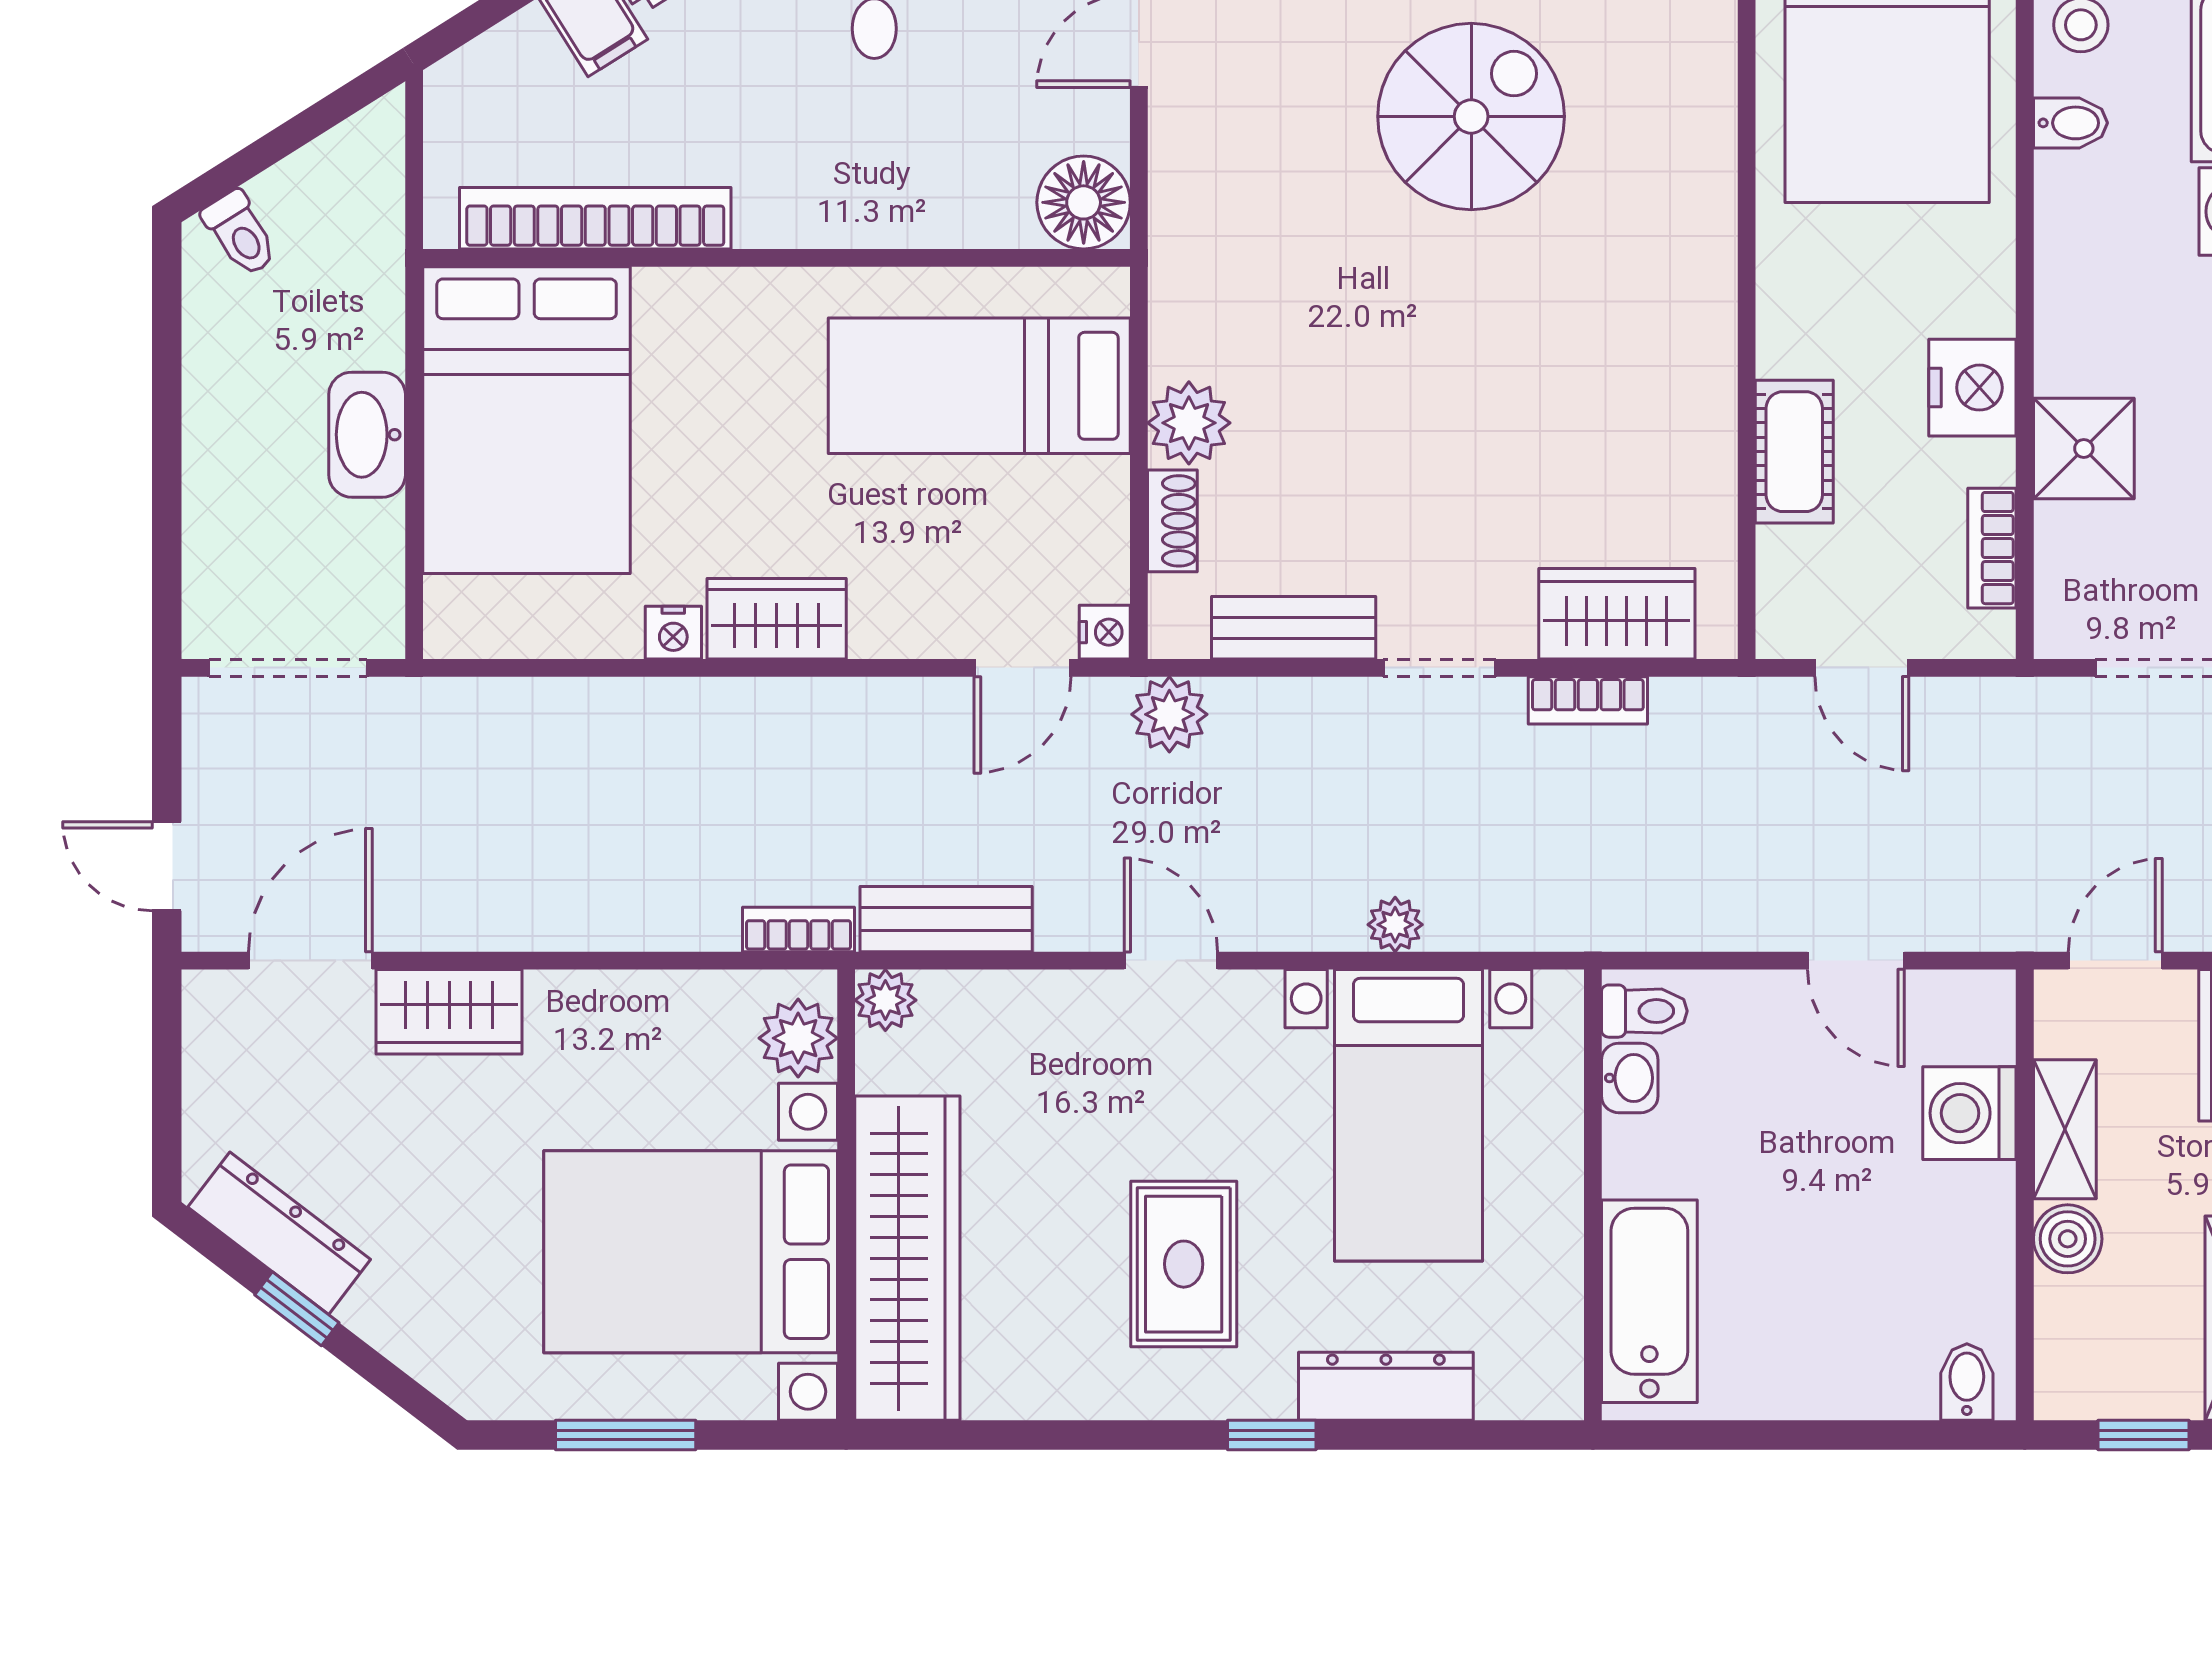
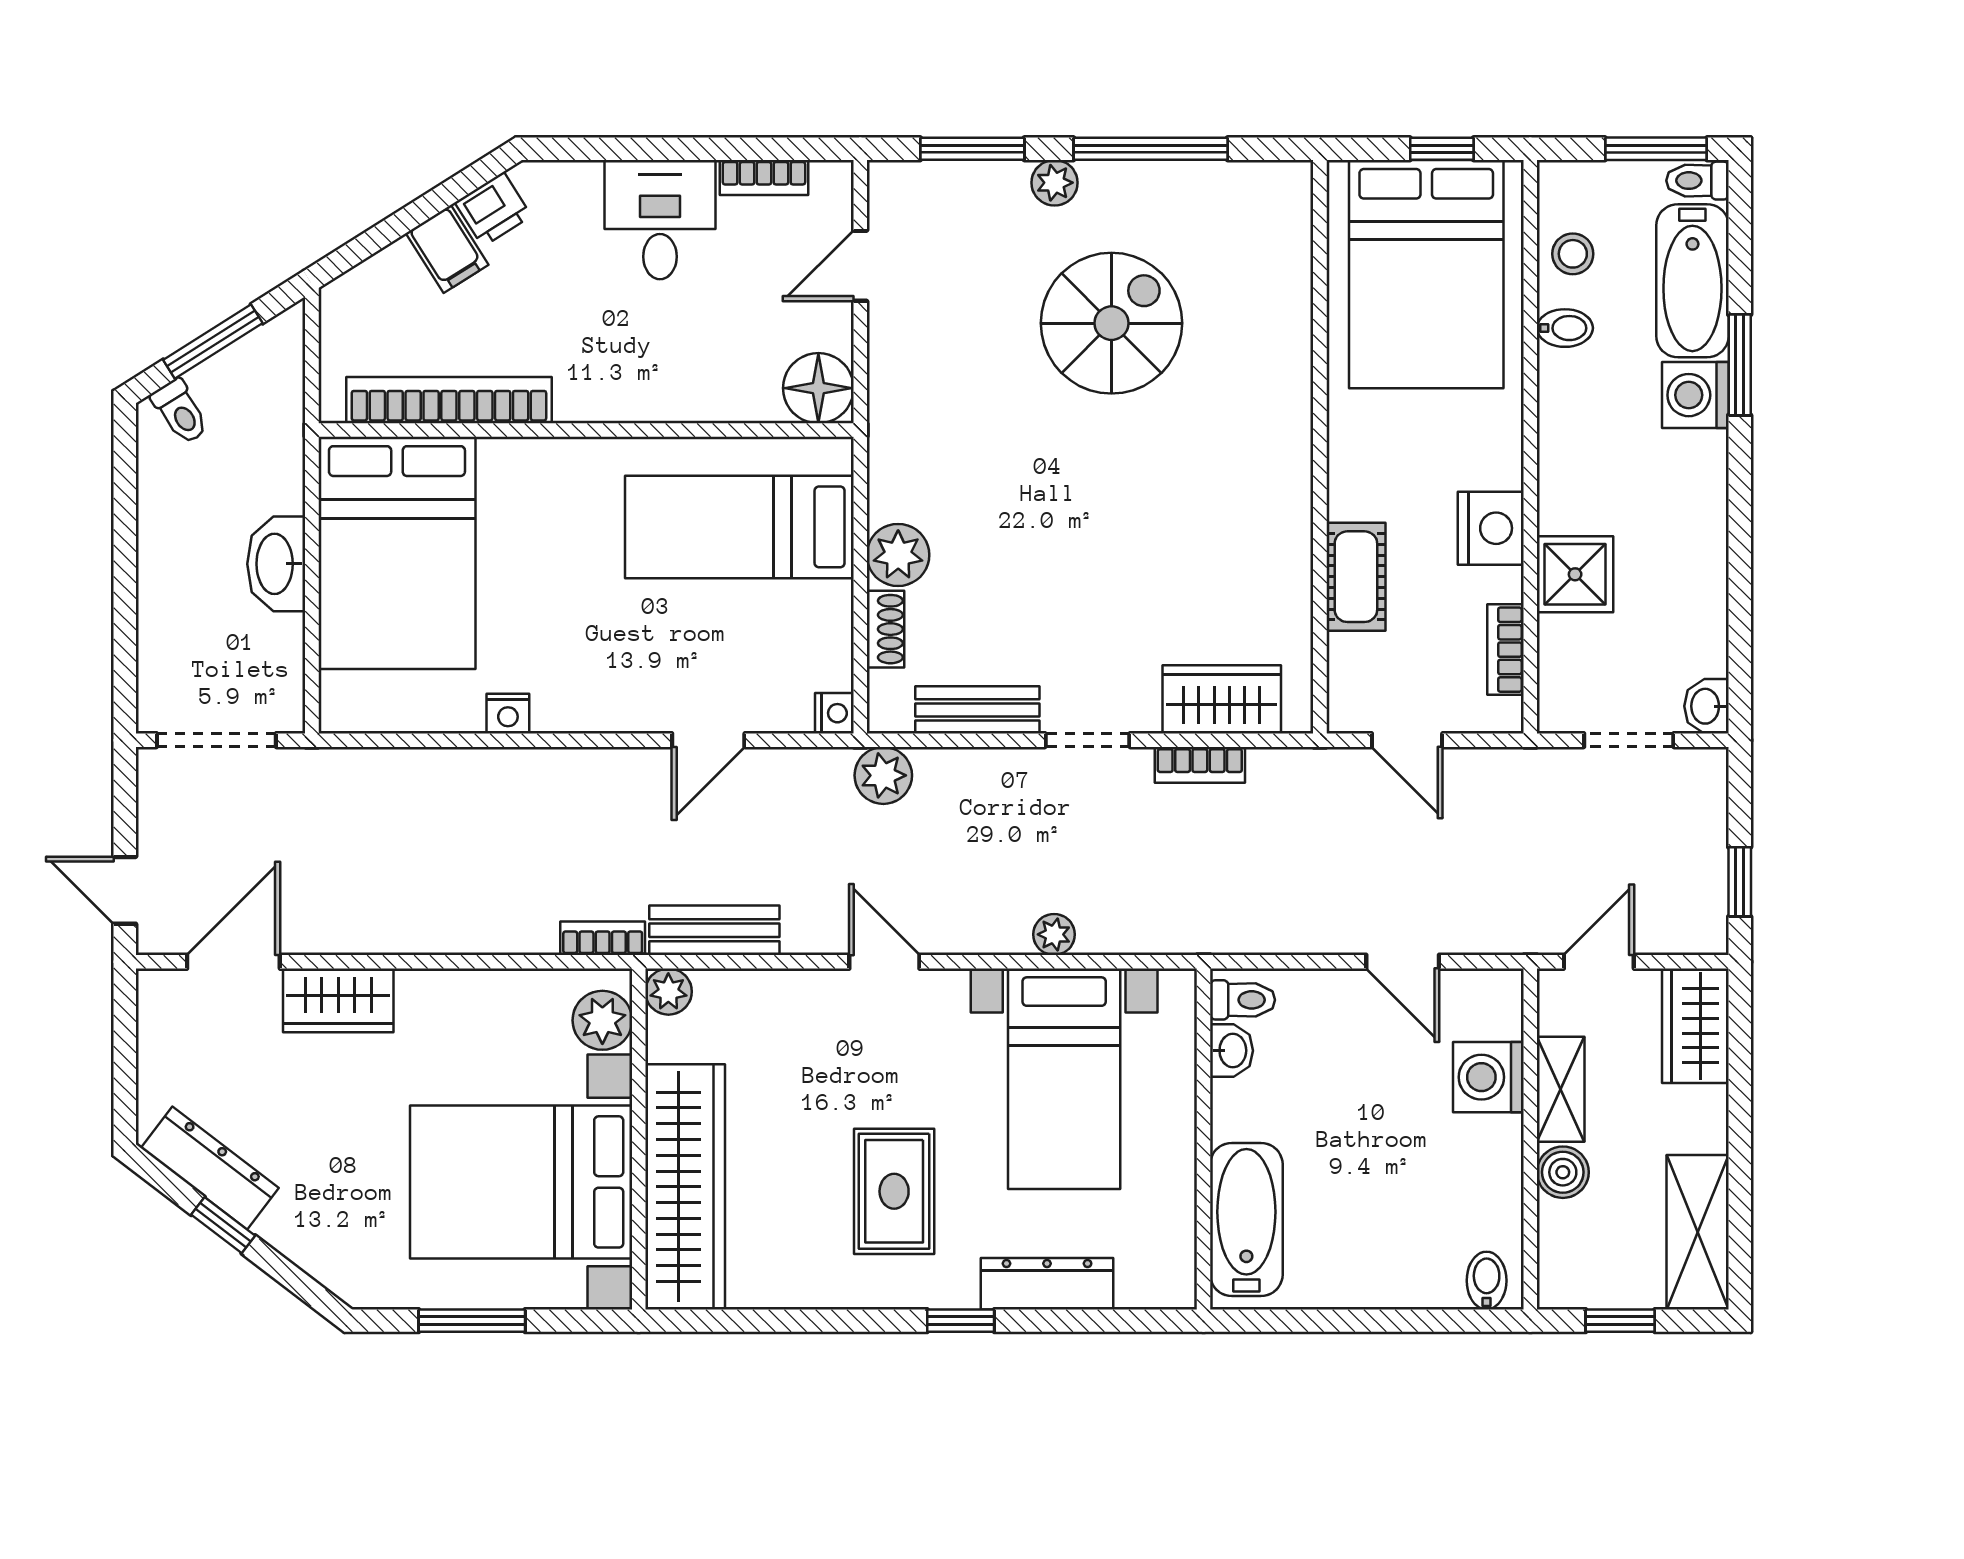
window: (283, 141) -> (213, 342), added
wardrobe: (777, 619) -> (586, 703), removed
door: (1022, 668) -> (708, 740), moved

